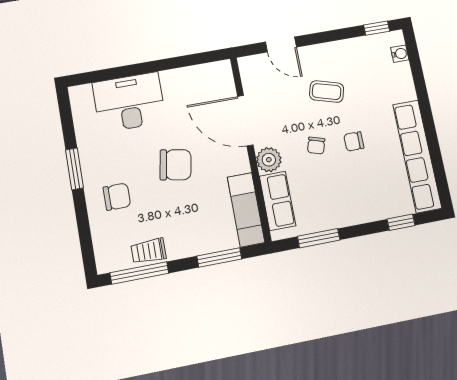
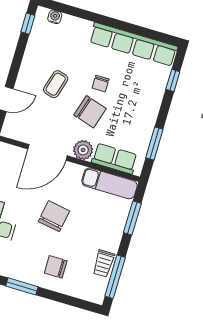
chair: (316, 146) -> (90, 112), width x1.87, depth x1.87
chair: (117, 197) -> (56, 267), turned -90

